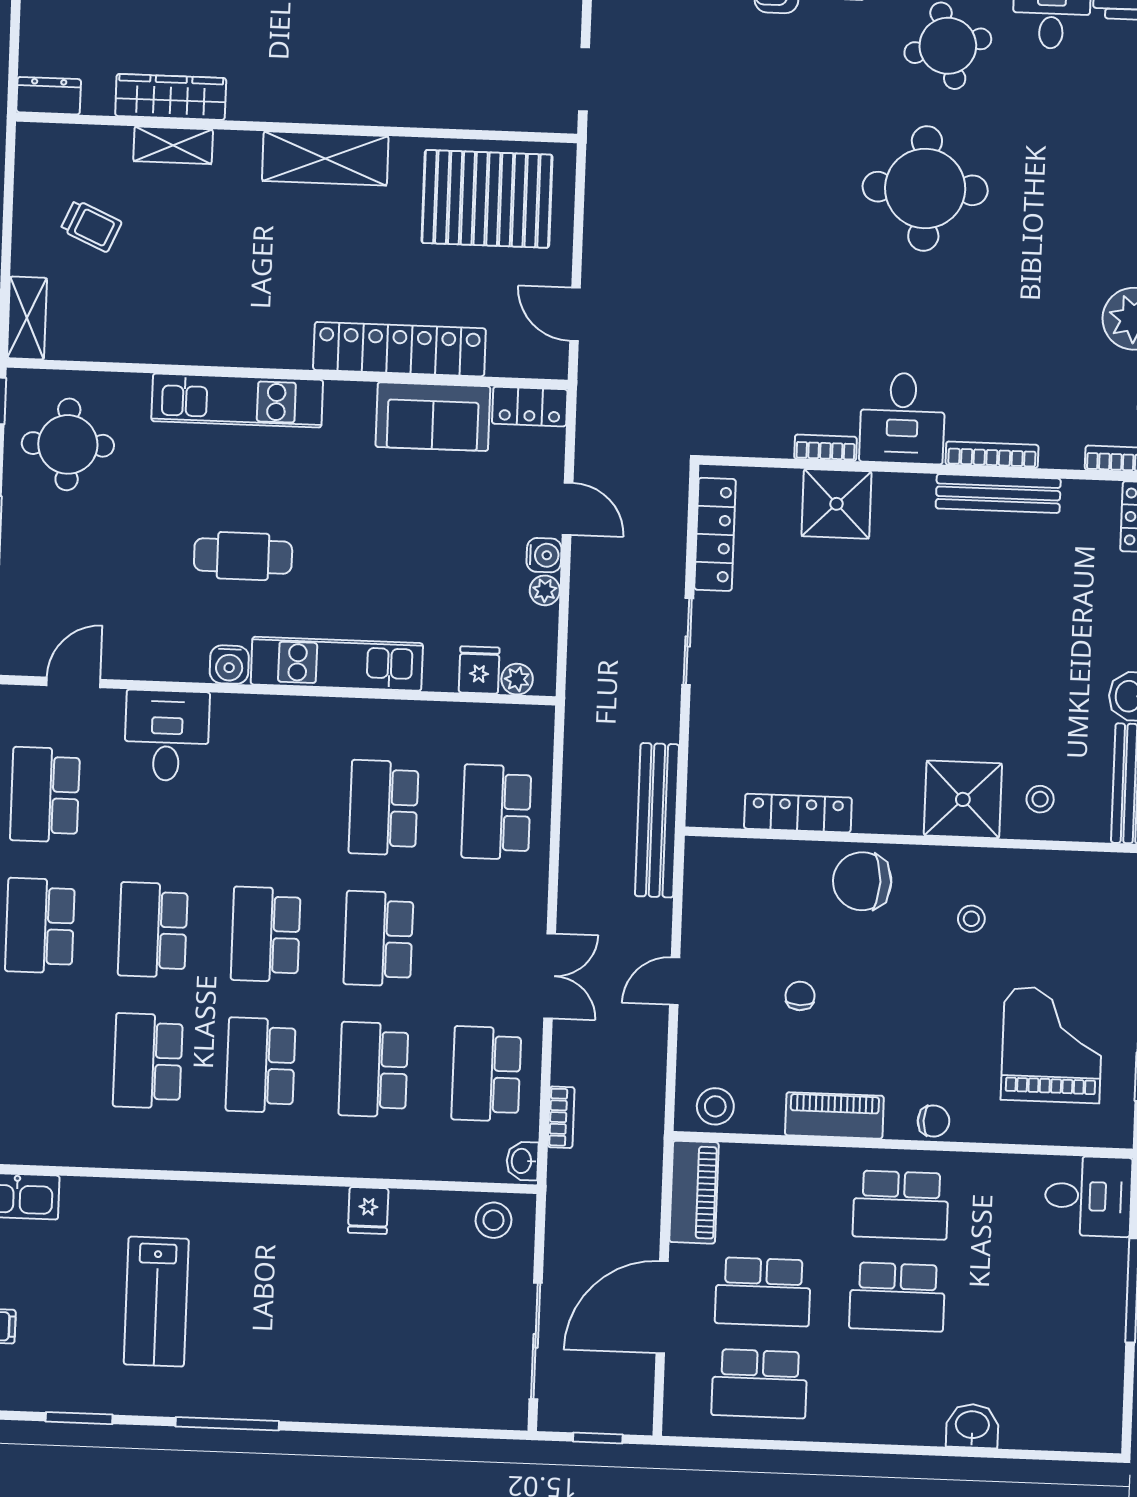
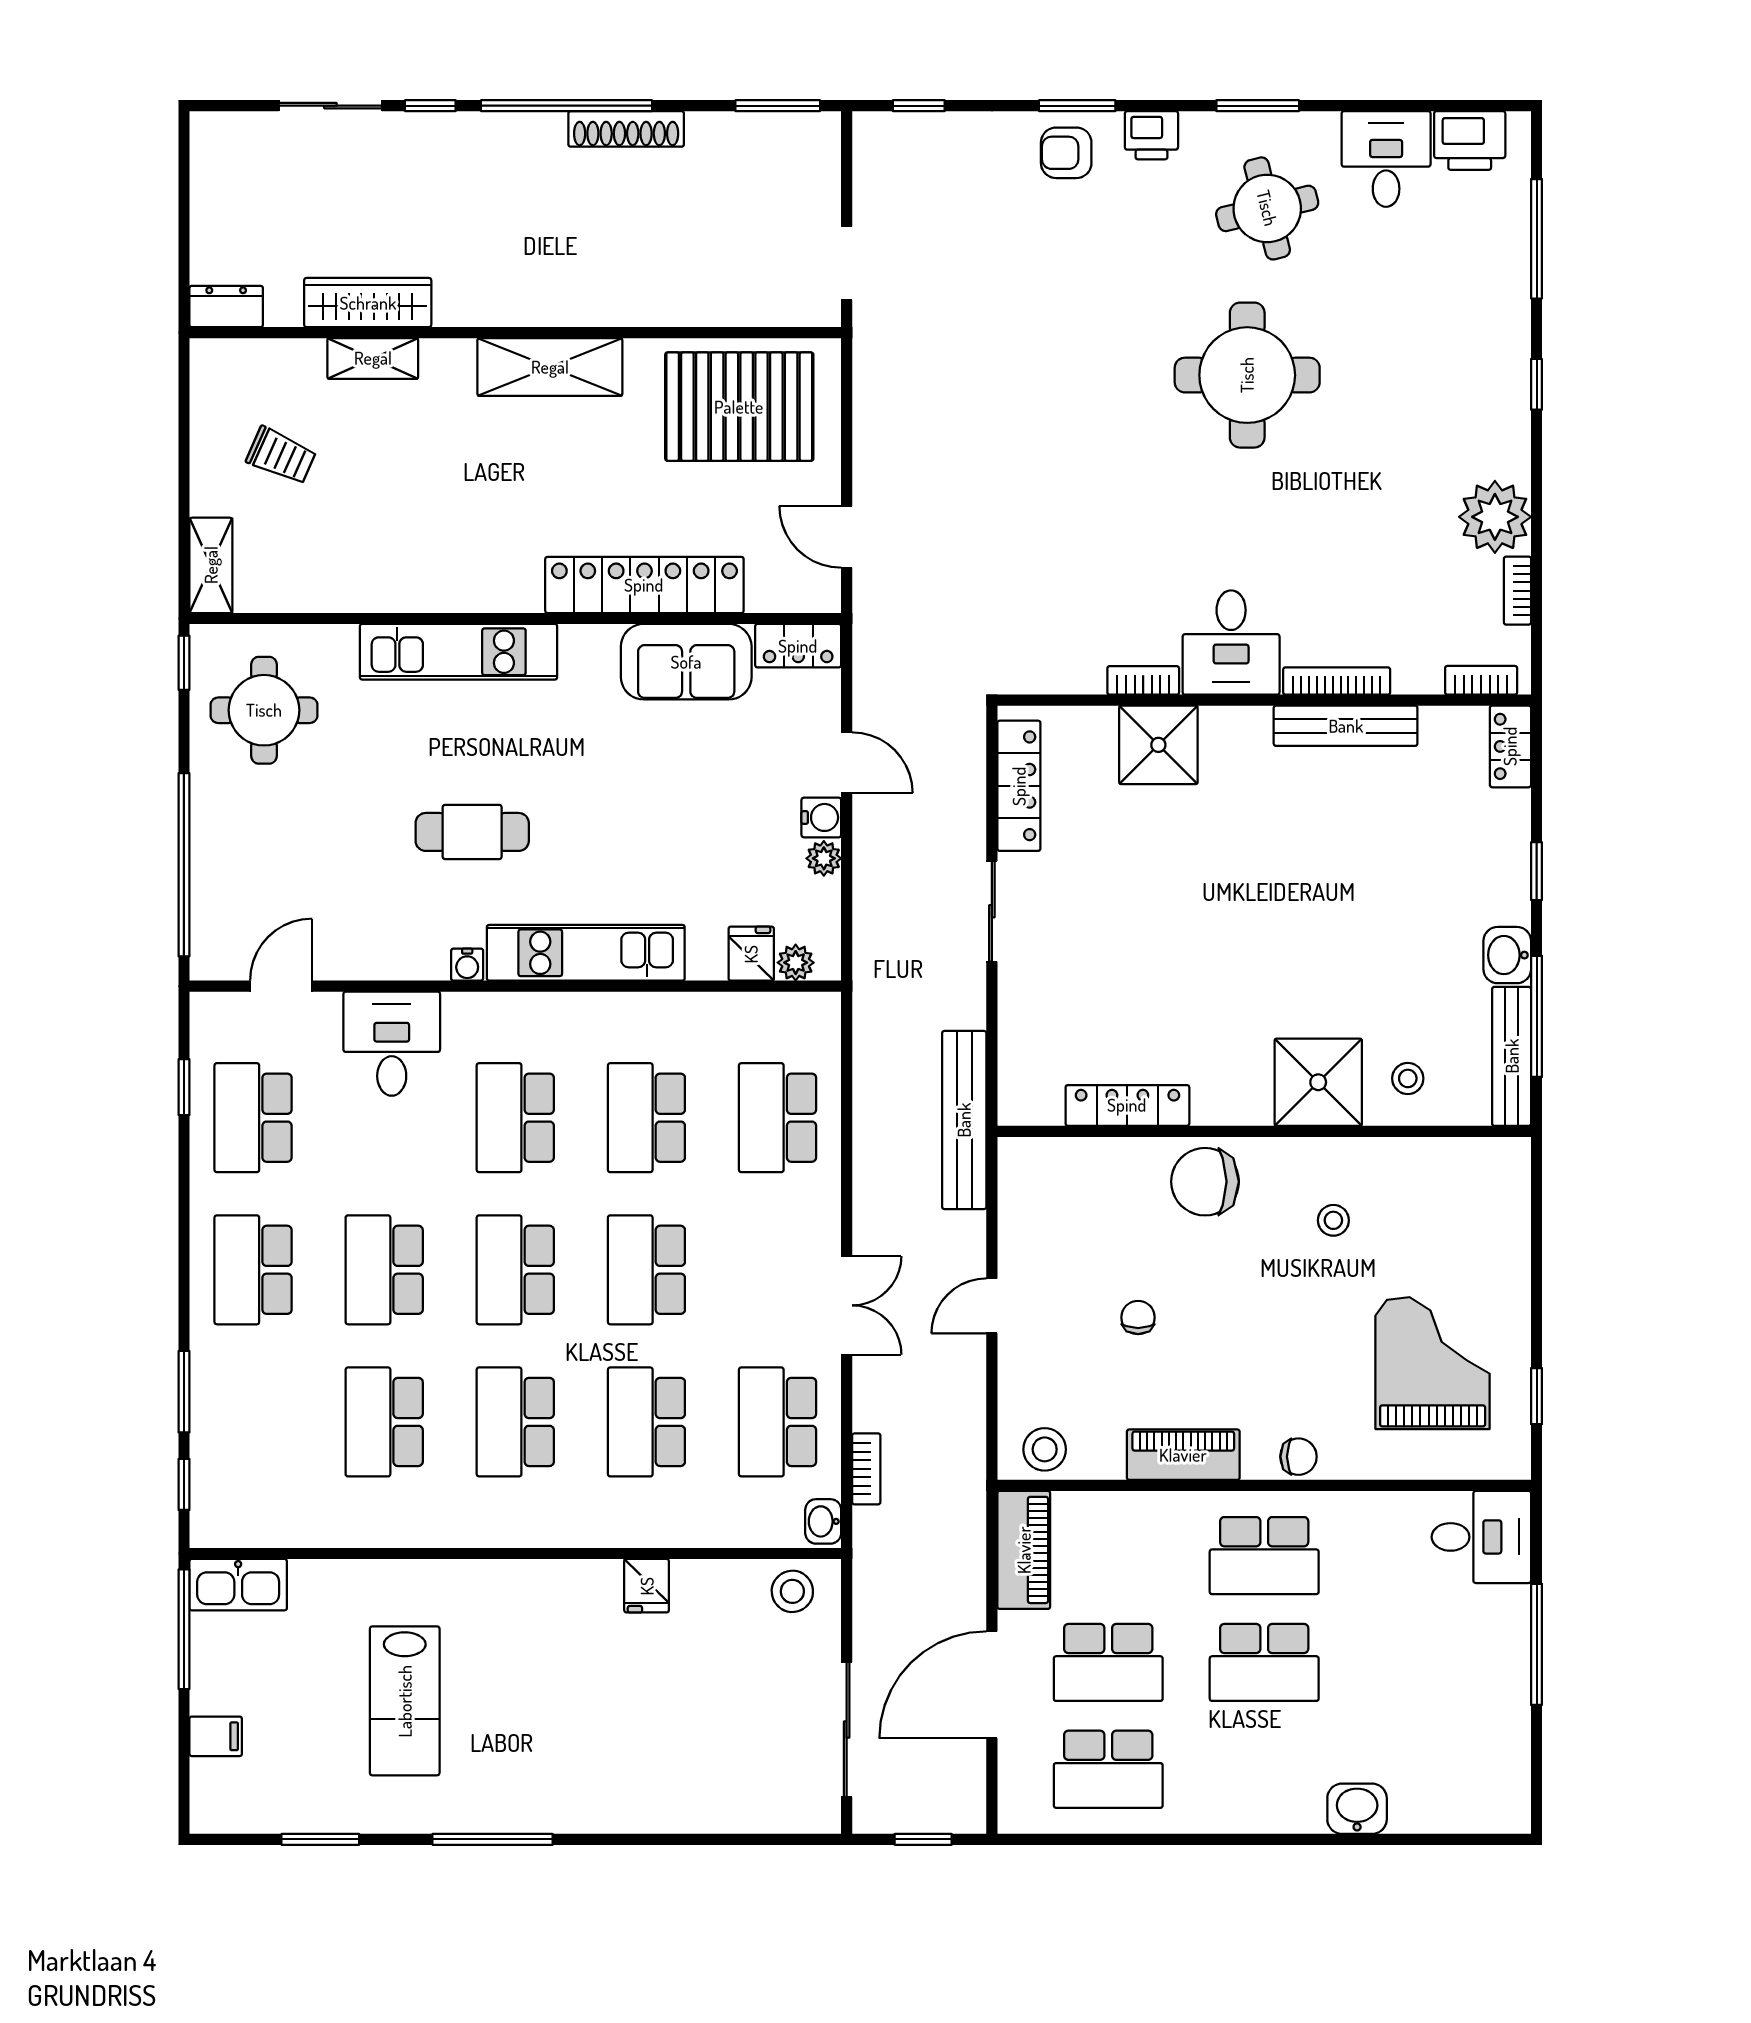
water cooler: (229, 665) -> (467, 965), width x0.72, depth x0.72
school desk: (271, 803) -> (515, 1118), added

